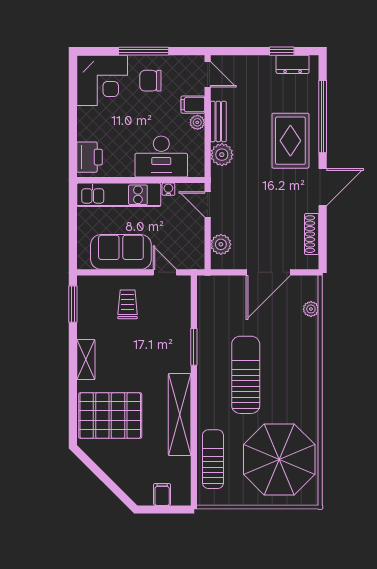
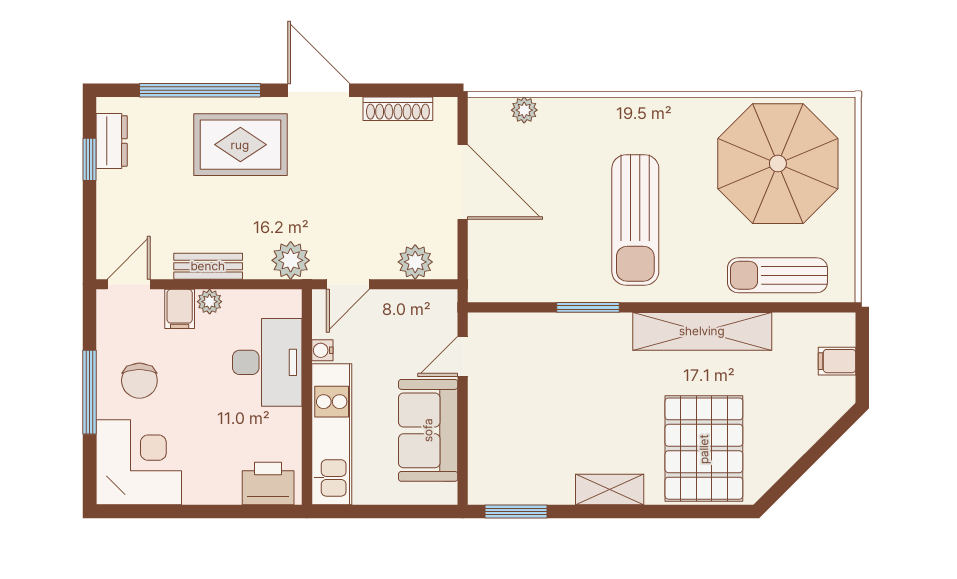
plant: (222, 155) -> (291, 260), moved
trolley: (128, 304) -> (516, 419), removed
sun lounger: (246, 375) -> (635, 220), turned -90

